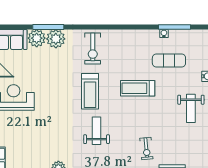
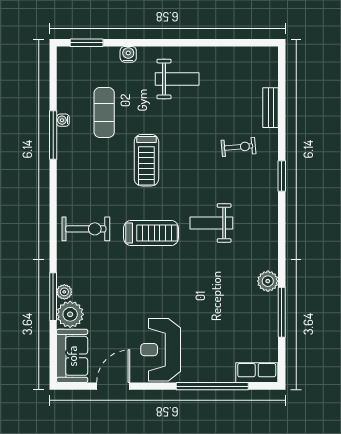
window: (174, 27) -> (53, 135), moved
plant: (56, 39) -> (64, 292), width x0.53, depth x0.53

